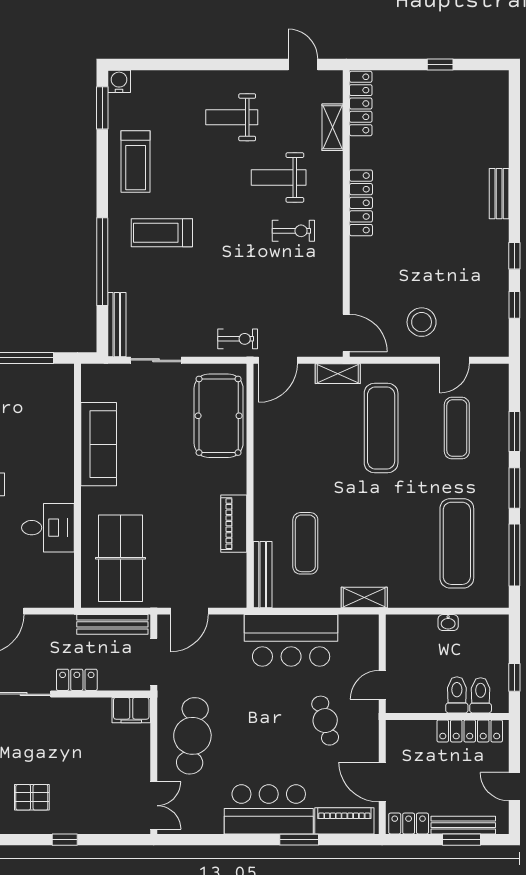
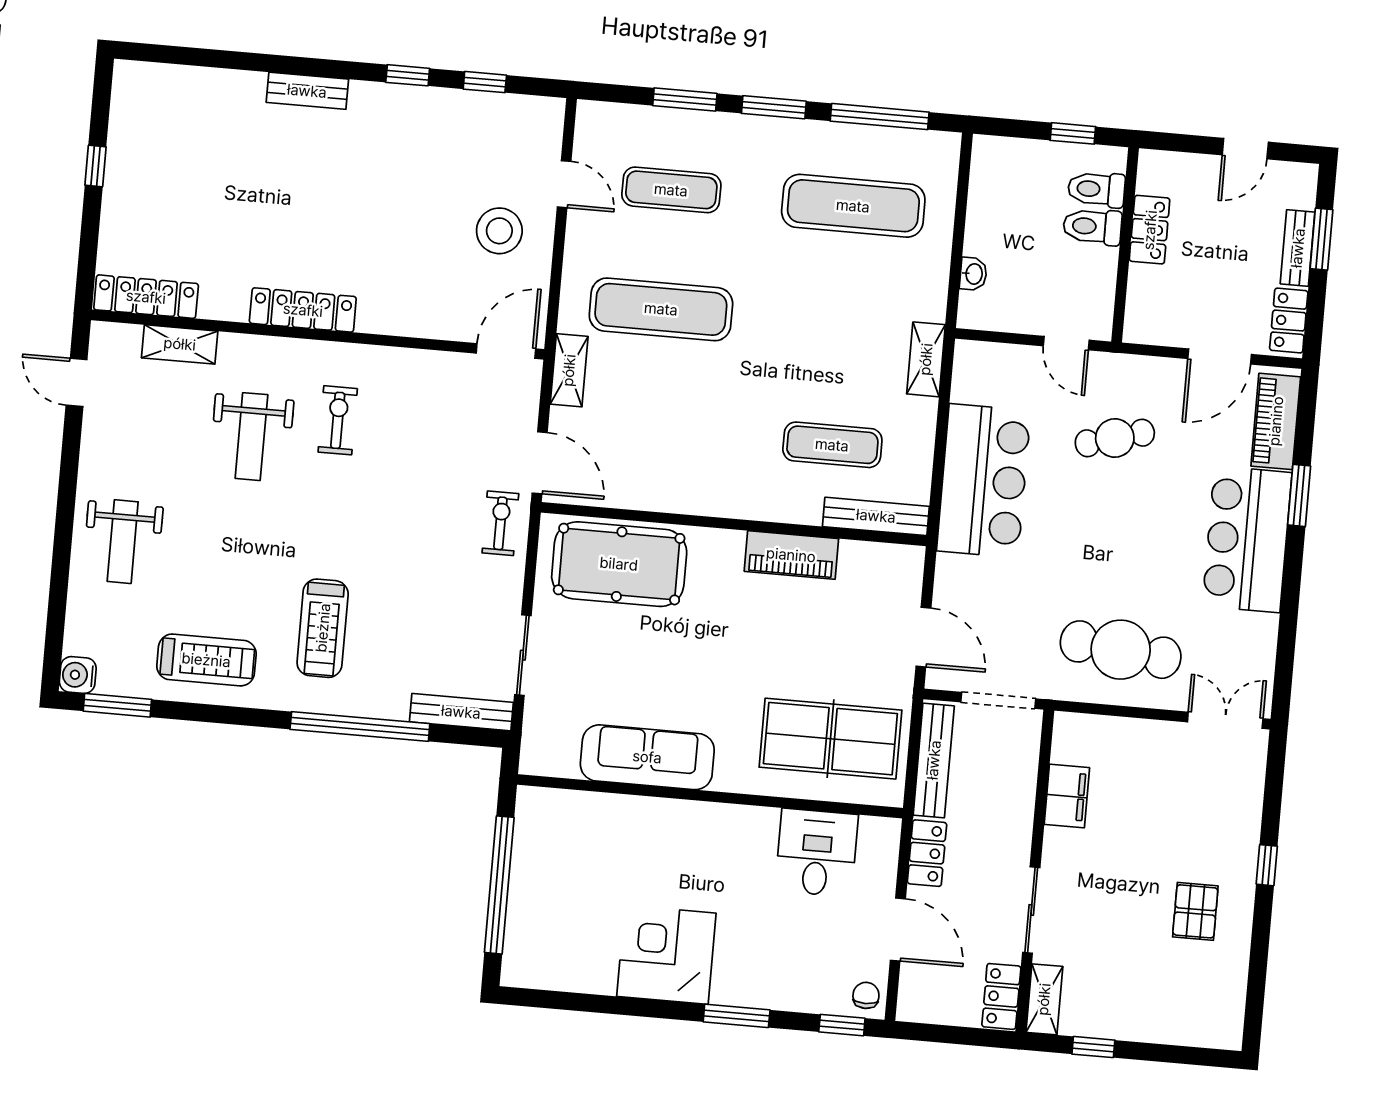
door: (303, 65) -> (77, 382), hinge flipped
weight bench: (232, 117) -> (123, 542), moved
desk: (48, 528) -> (817, 853), moved
washbasin: (448, 623) -> (973, 274), moved
locker: (77, 680) -> (927, 853), moved, turned 180
filing cabinet: (131, 710) -> (1067, 796), moved
locker: (470, 731) -> (1150, 230), width x0.66
bench: (463, 825) -> (1298, 248), width x0.73

